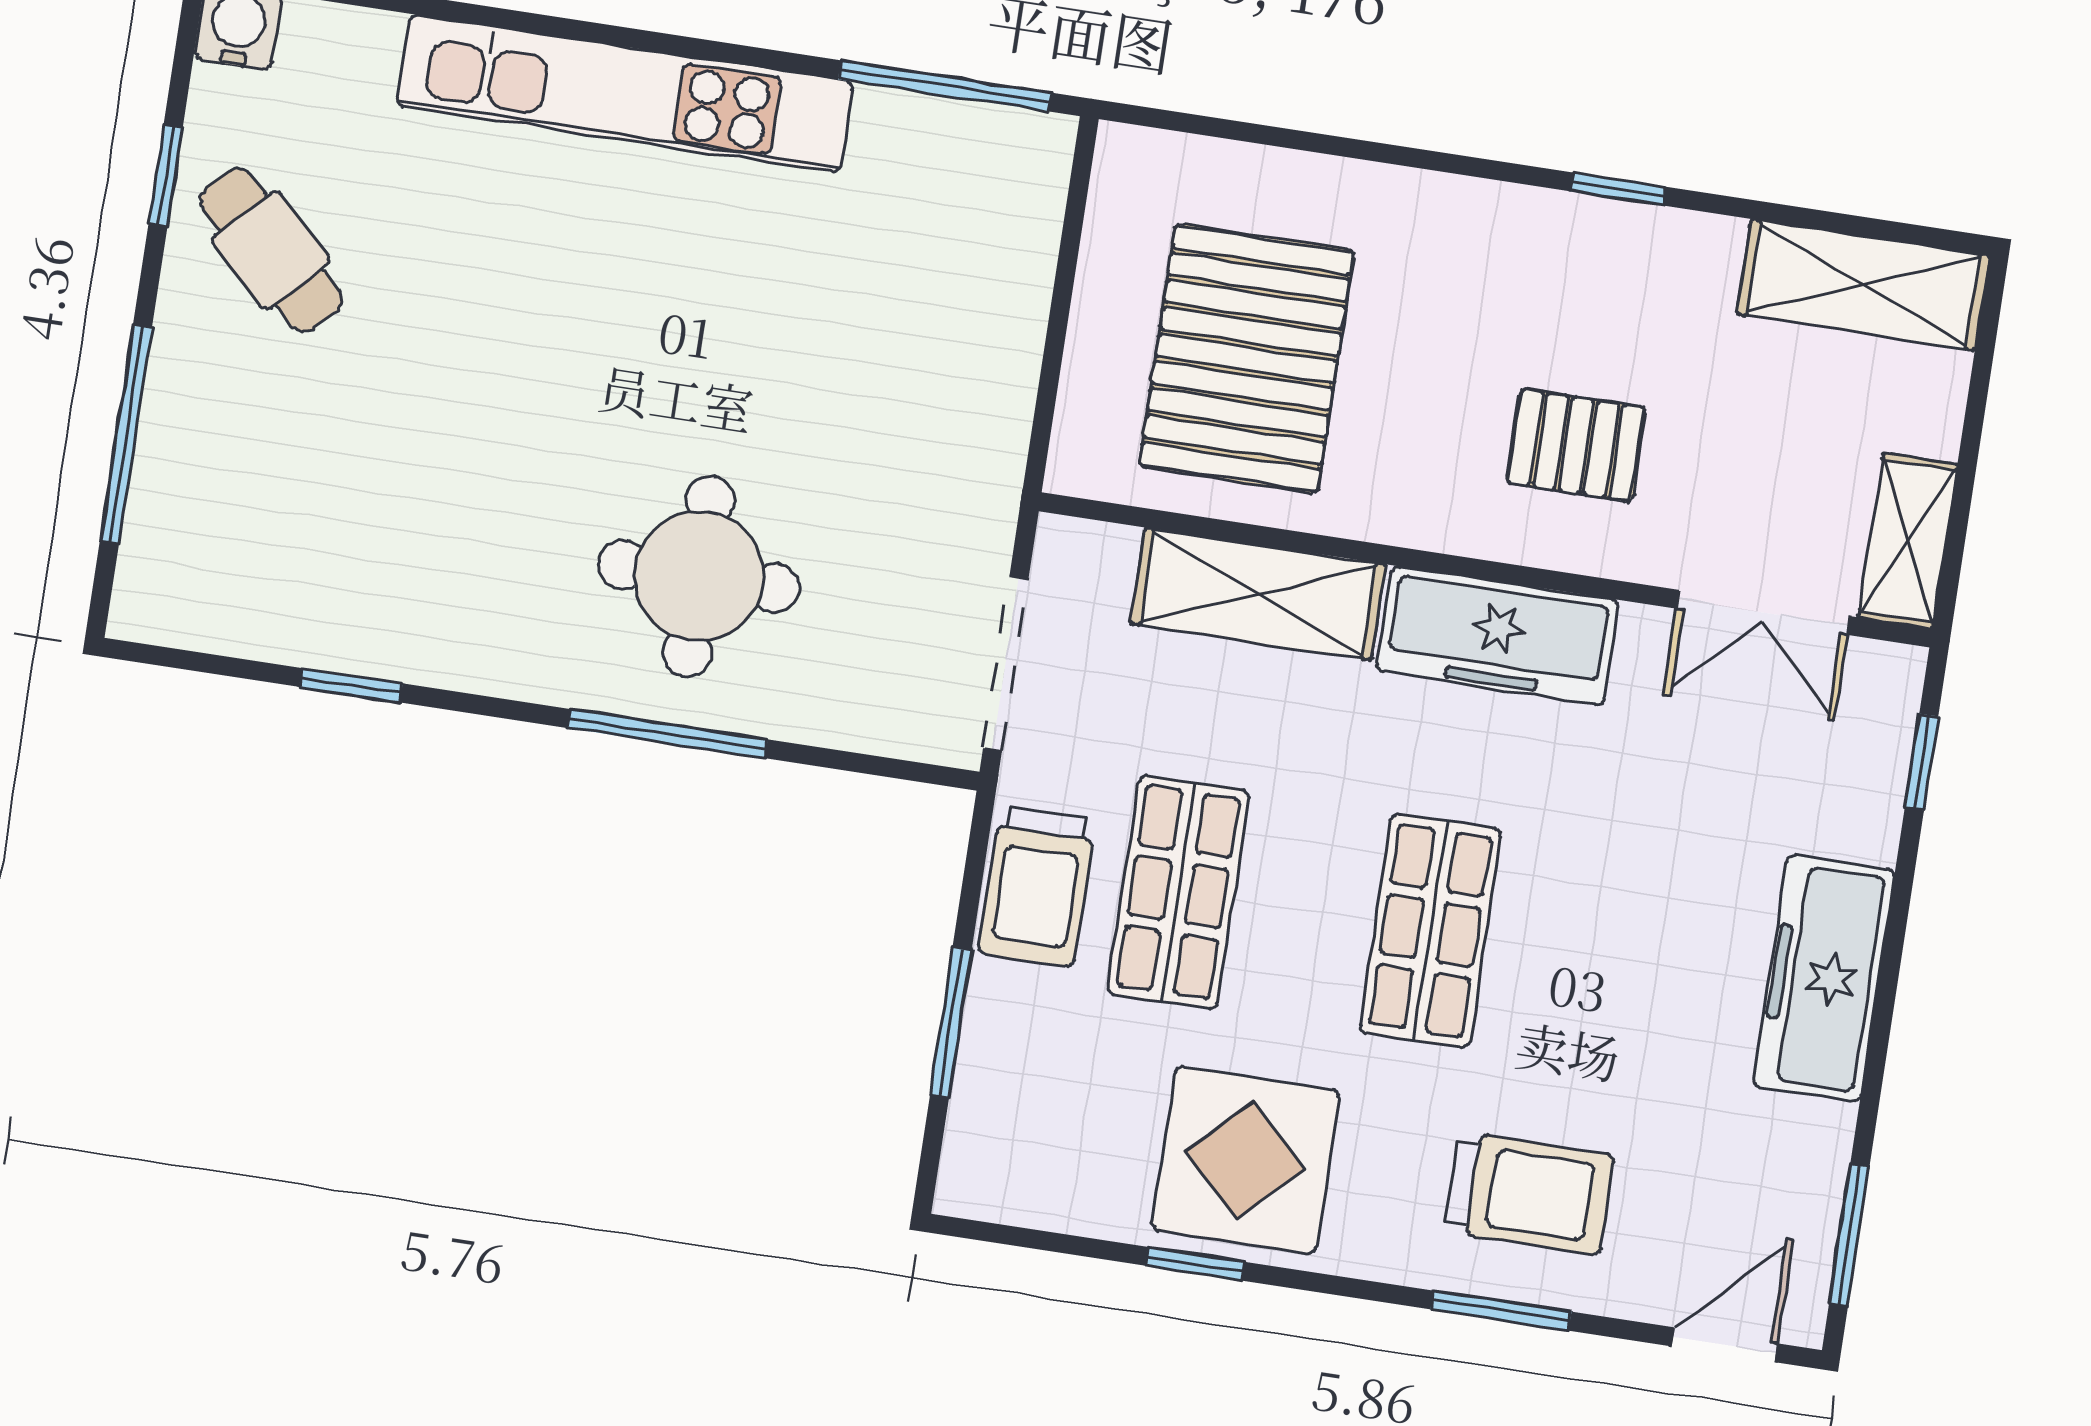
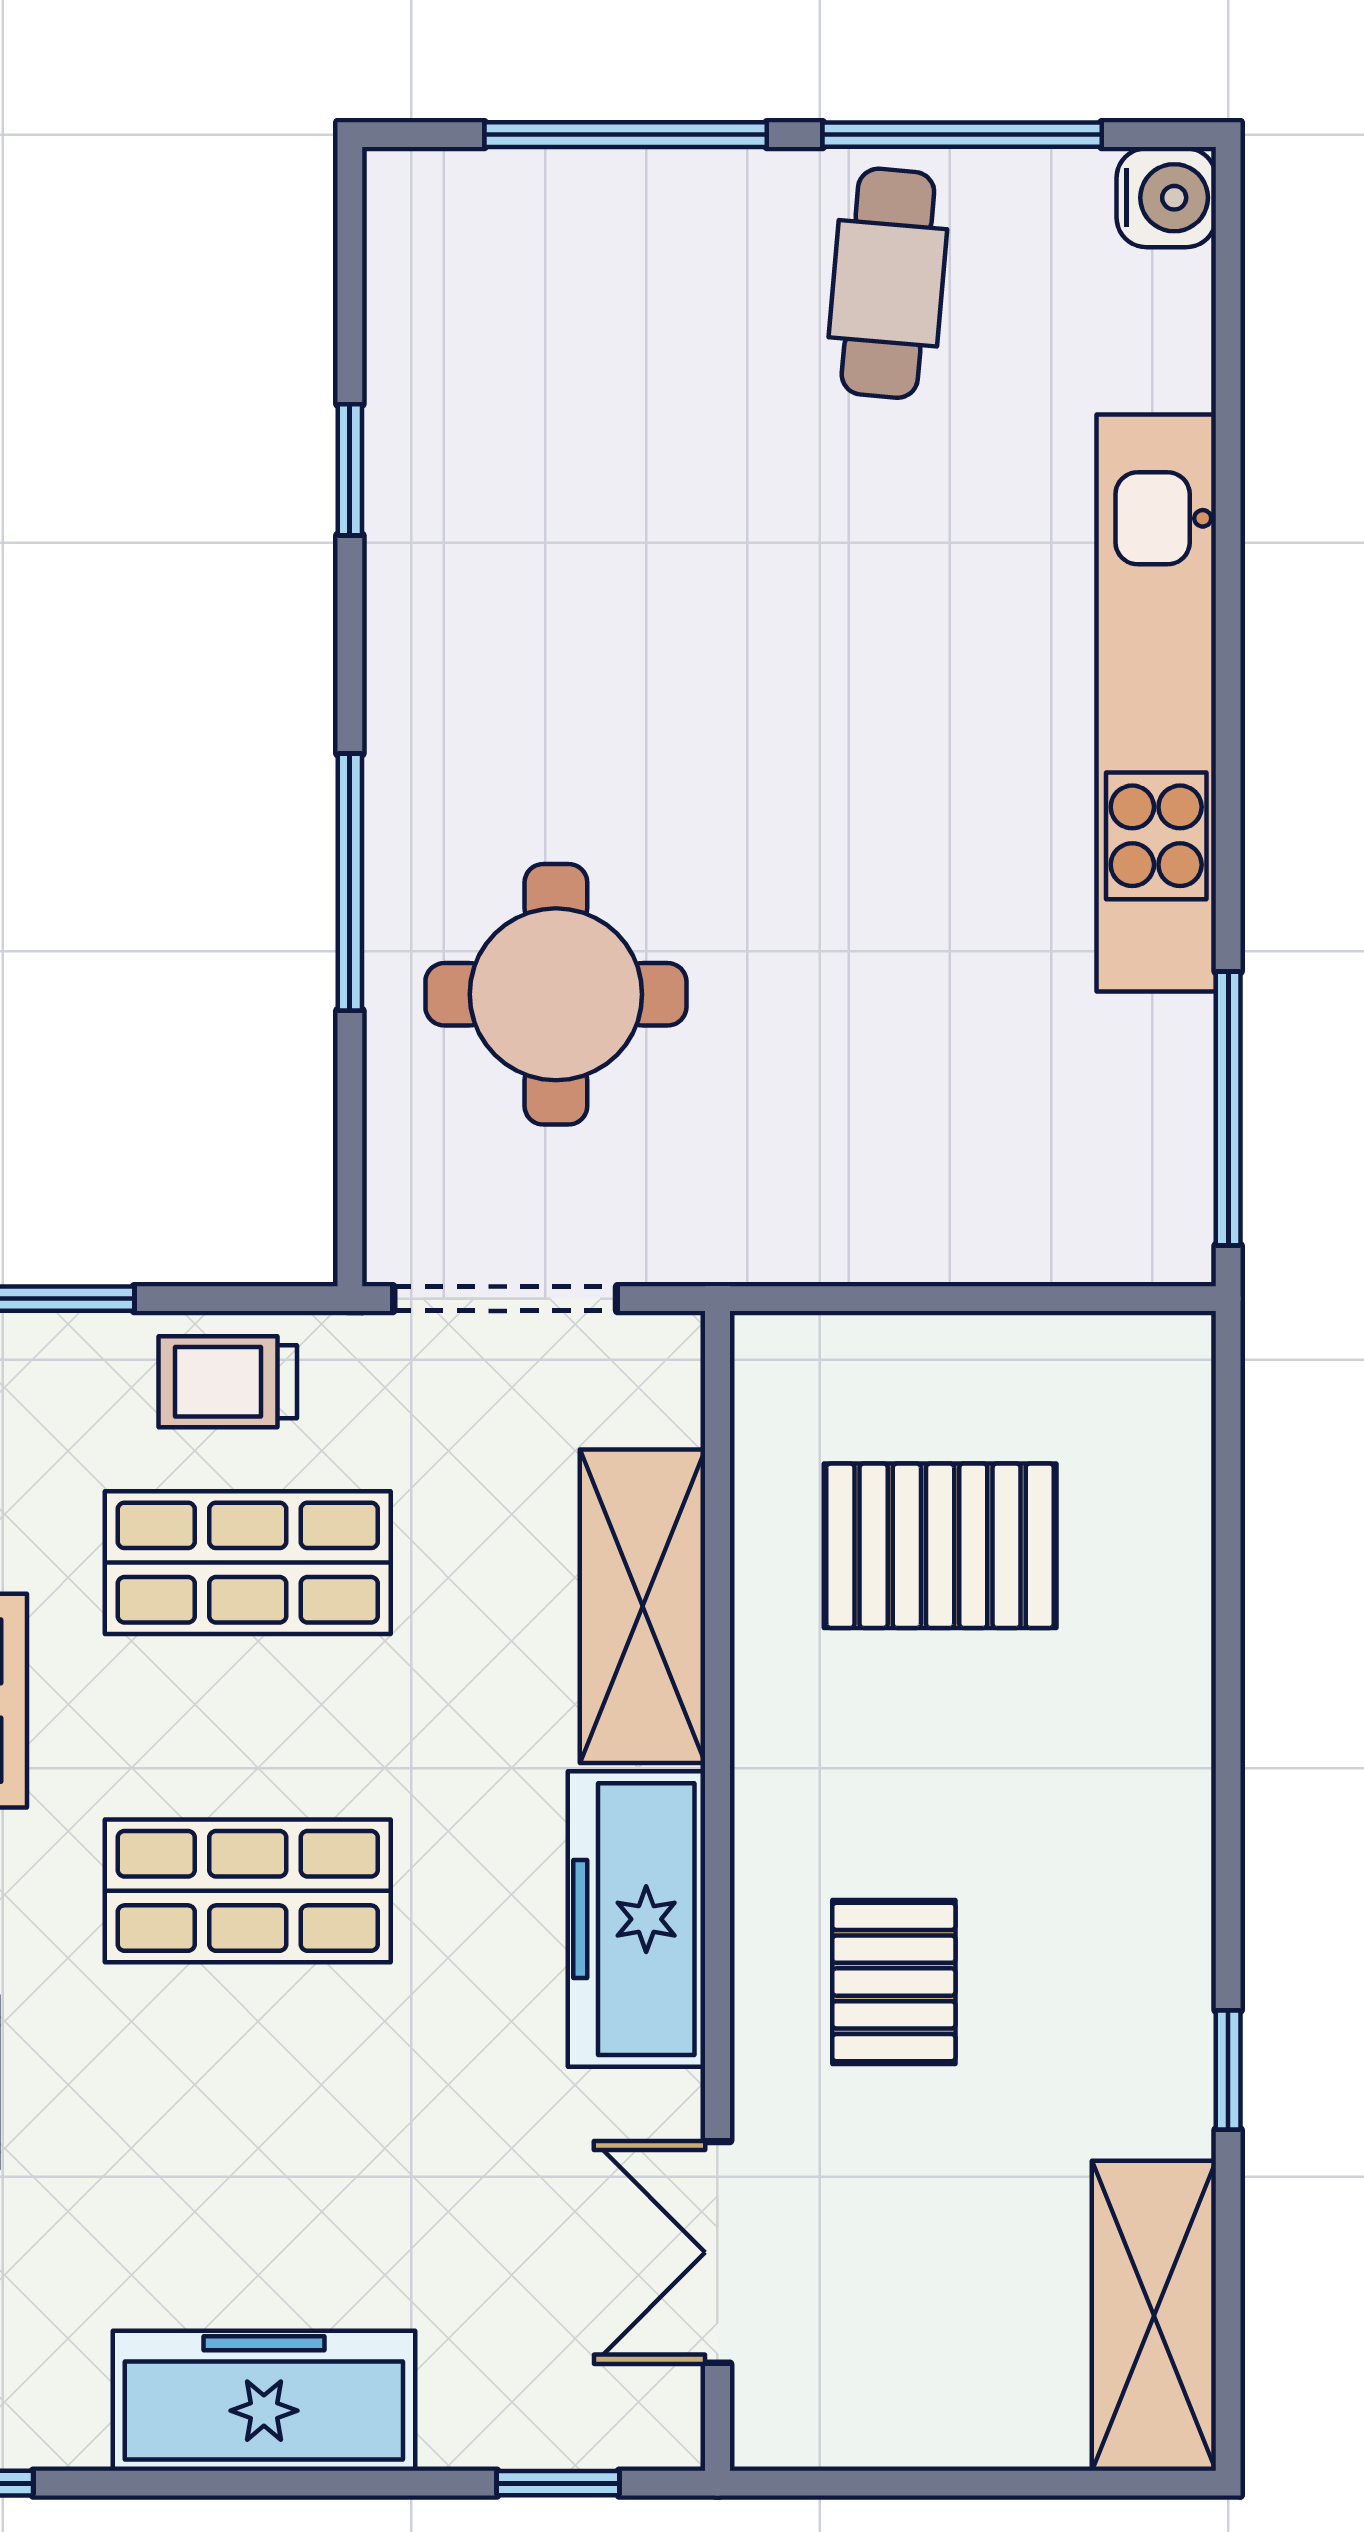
window: (166, 176) -> (962, 135), width x2.17
window: (1618, 189) -> (1228, 2070), moved
cafe table: (271, 250) -> (888, 283), turned -39
pallet: (1247, 358) -> (940, 1546), width x0.73, depth x0.71
shelving: (1908, 541) -> (837, 2423), removed
round table: (699, 576) -> (556, 994), moved
trolley: (1037, 886) -> (228, 1382), width x0.73, depth x0.72

